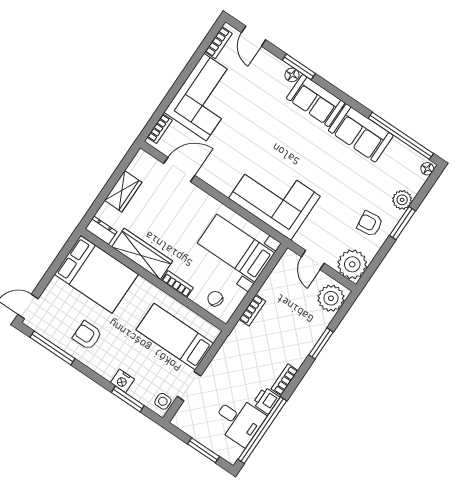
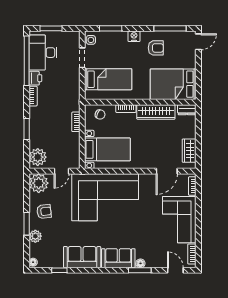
window: (401, 136) -> (59, 270), width x0.32
wardrobe: (123, 191) -> (189, 151), moved
corner sofa: (274, 197) -> (105, 197), width x1.36, depth x1.36
door: (313, 260) -> (62, 171), swing flipped
nightstand: (122, 381) -> (134, 36), moved
desk: (239, 420) -> (43, 53), width x1.37

